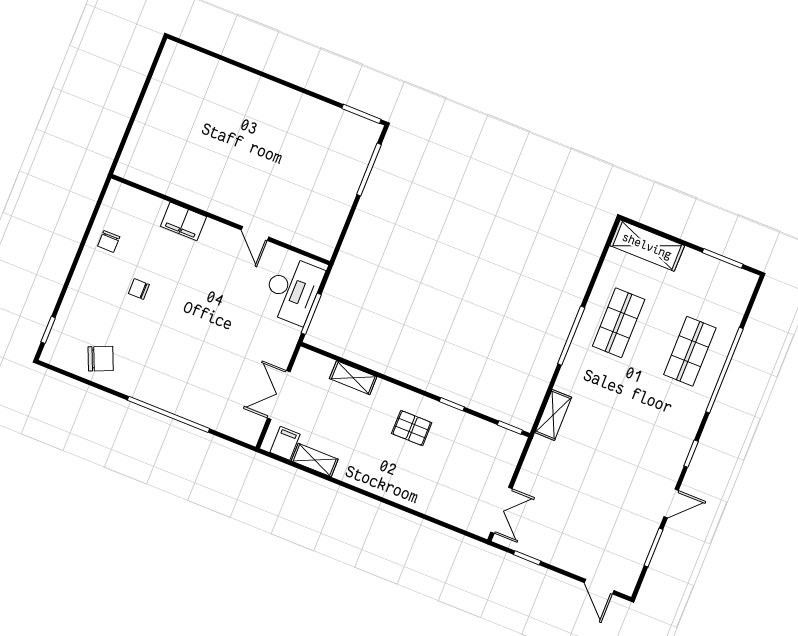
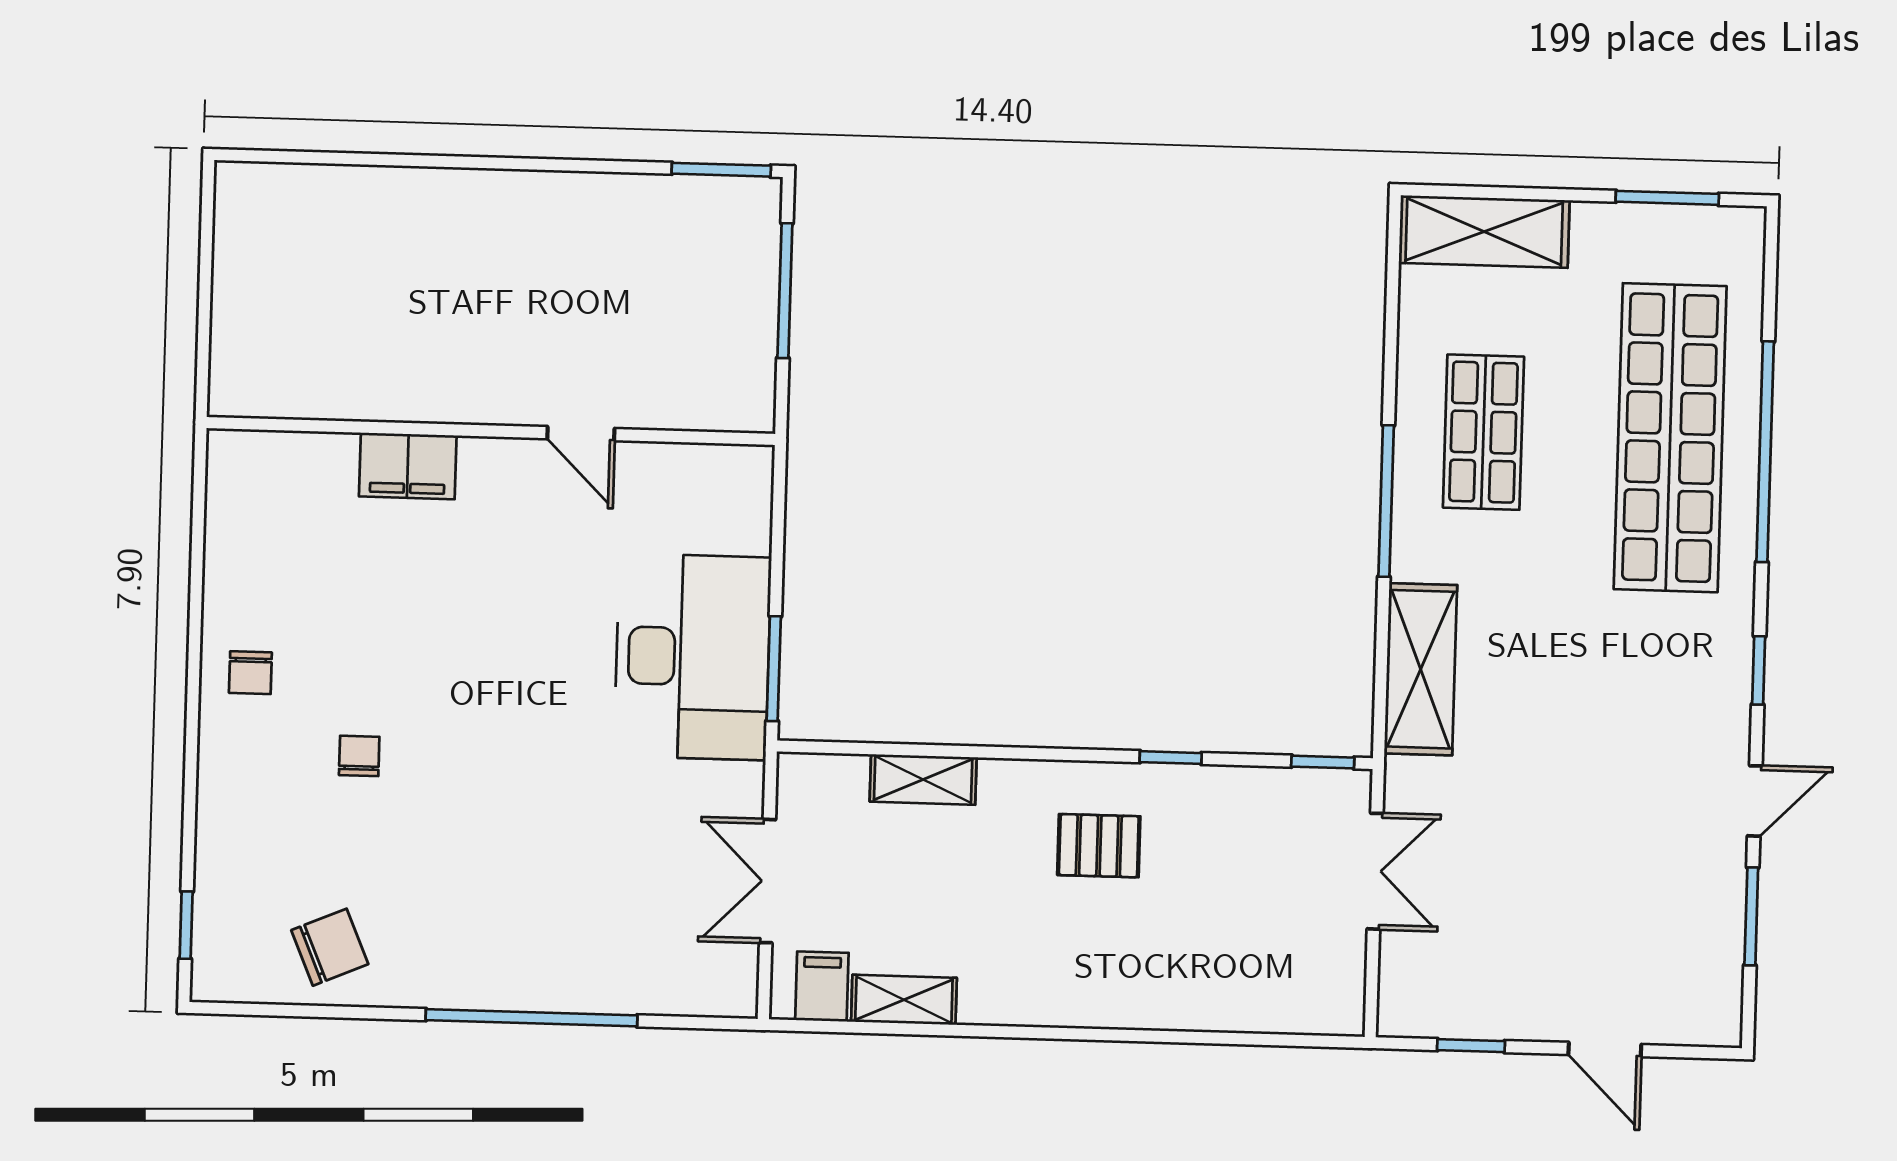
wall: (221, 220) -> (491, 431), moved
filing cabinet: (184, 221) -> (408, 466), moved
door: (255, 233) -> (581, 434), moved
chair: (139, 289) -> (359, 756), turned 90
desk: (292, 290) -> (693, 657), width x1.36, depth x1.30
shop shelf: (690, 351) -> (1670, 438), width x2.00, depth x1.36
shelving: (553, 415) -> (1421, 669), width x1.50, depth x1.33
double door: (501, 510) -> (1375, 871), moved
door: (599, 587) -> (1605, 1050), moved

